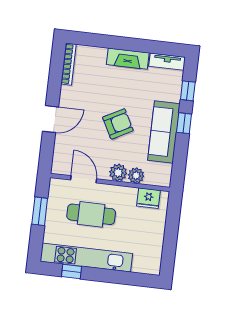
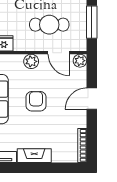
armchair: (118, 124) -> (36, 101), turned 118
plant: (136, 176) -> (80, 61), moved
window: (40, 211) -> (92, 22), width x1.44

